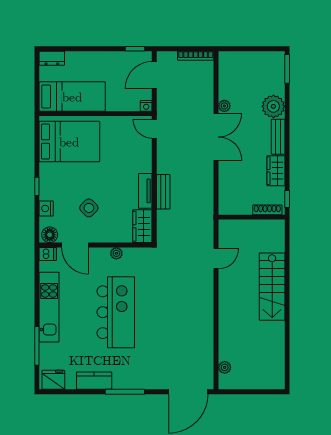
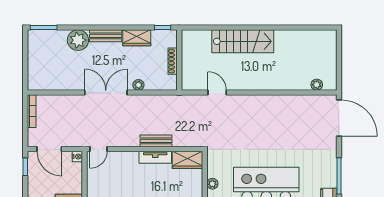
plant: (224, 106) -> (138, 85), moved
shoe rack: (267, 210) -> (173, 61), moved

